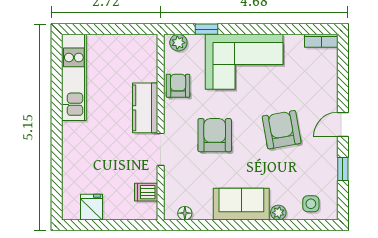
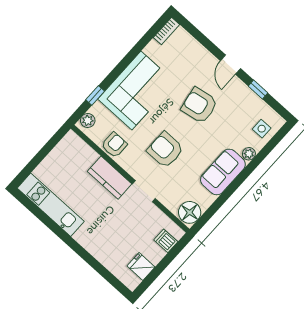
armchair: (178, 86) -> (114, 145), turned 90
dishwasher: (146, 192) -> (166, 241), moved, turned 90
floor lamp: (185, 213) -> (190, 212), width x1.89, depth x1.89

